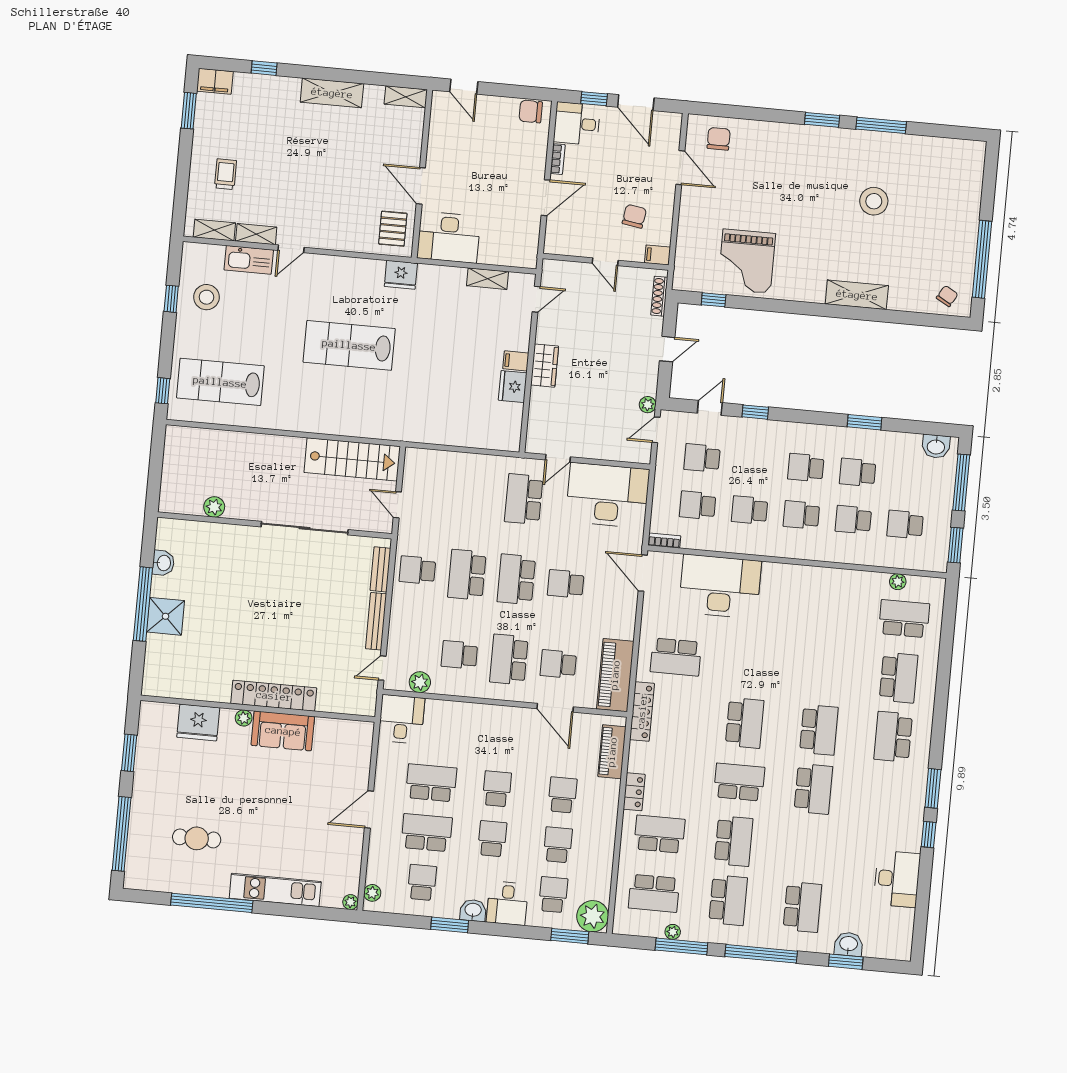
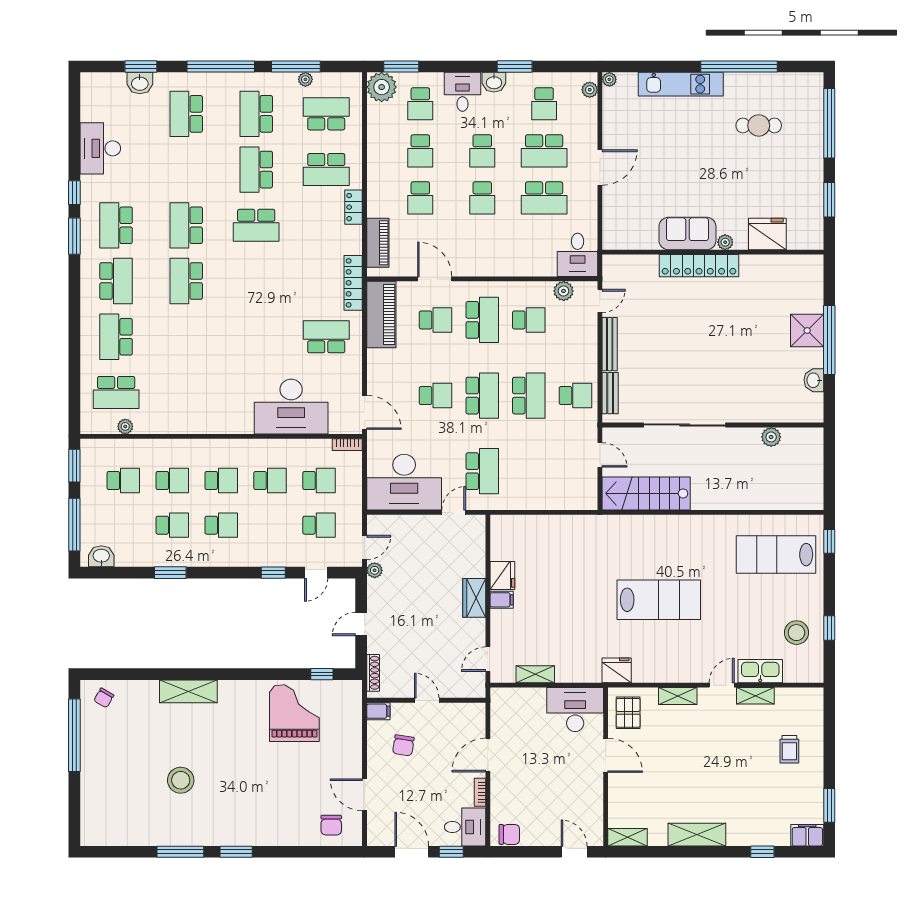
shelving: (214, 230) -> (678, 696), moved
lab bench: (220, 382) -> (776, 555), turned 180
school desk: (745, 723) -> (116, 225), moved

